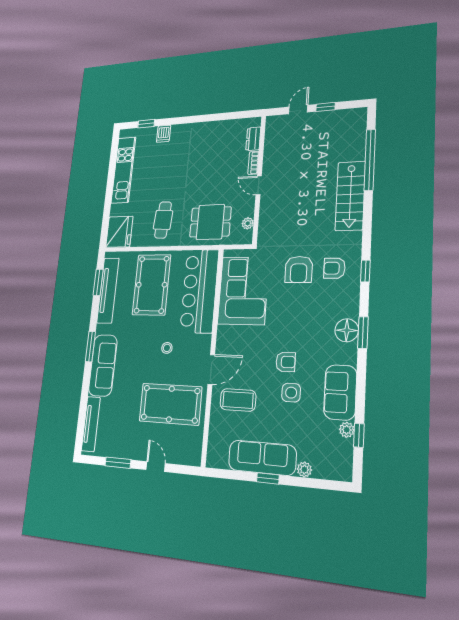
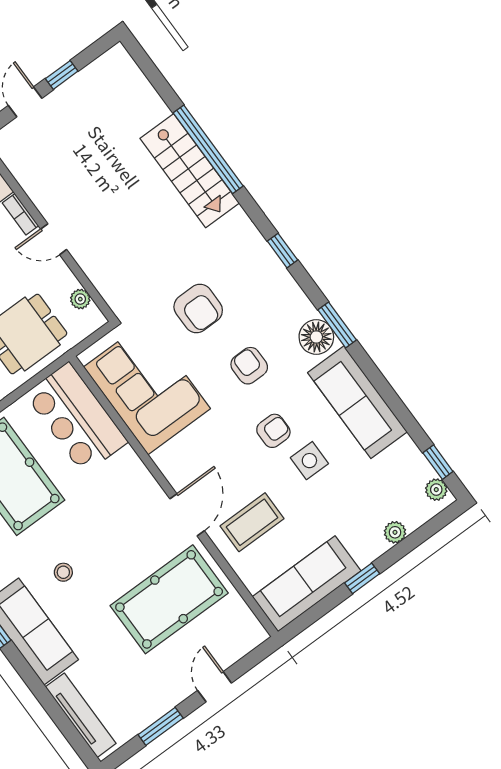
window: (370, 160) -> (208, 149), moved
armchair: (334, 268) -> (249, 366), moved, turned 90
bar counter: (199, 291) -> (76, 418), width x0.73
stool: (167, 348) -> (63, 572), moved
sofa: (340, 392) -> (357, 402), width x1.36
plant: (347, 430) -> (436, 490), moved
window: (359, 435) -> (438, 462), moved
sofa: (262, 458) -> (307, 584), moved
door: (156, 467) -> (215, 687), hinge flipped

